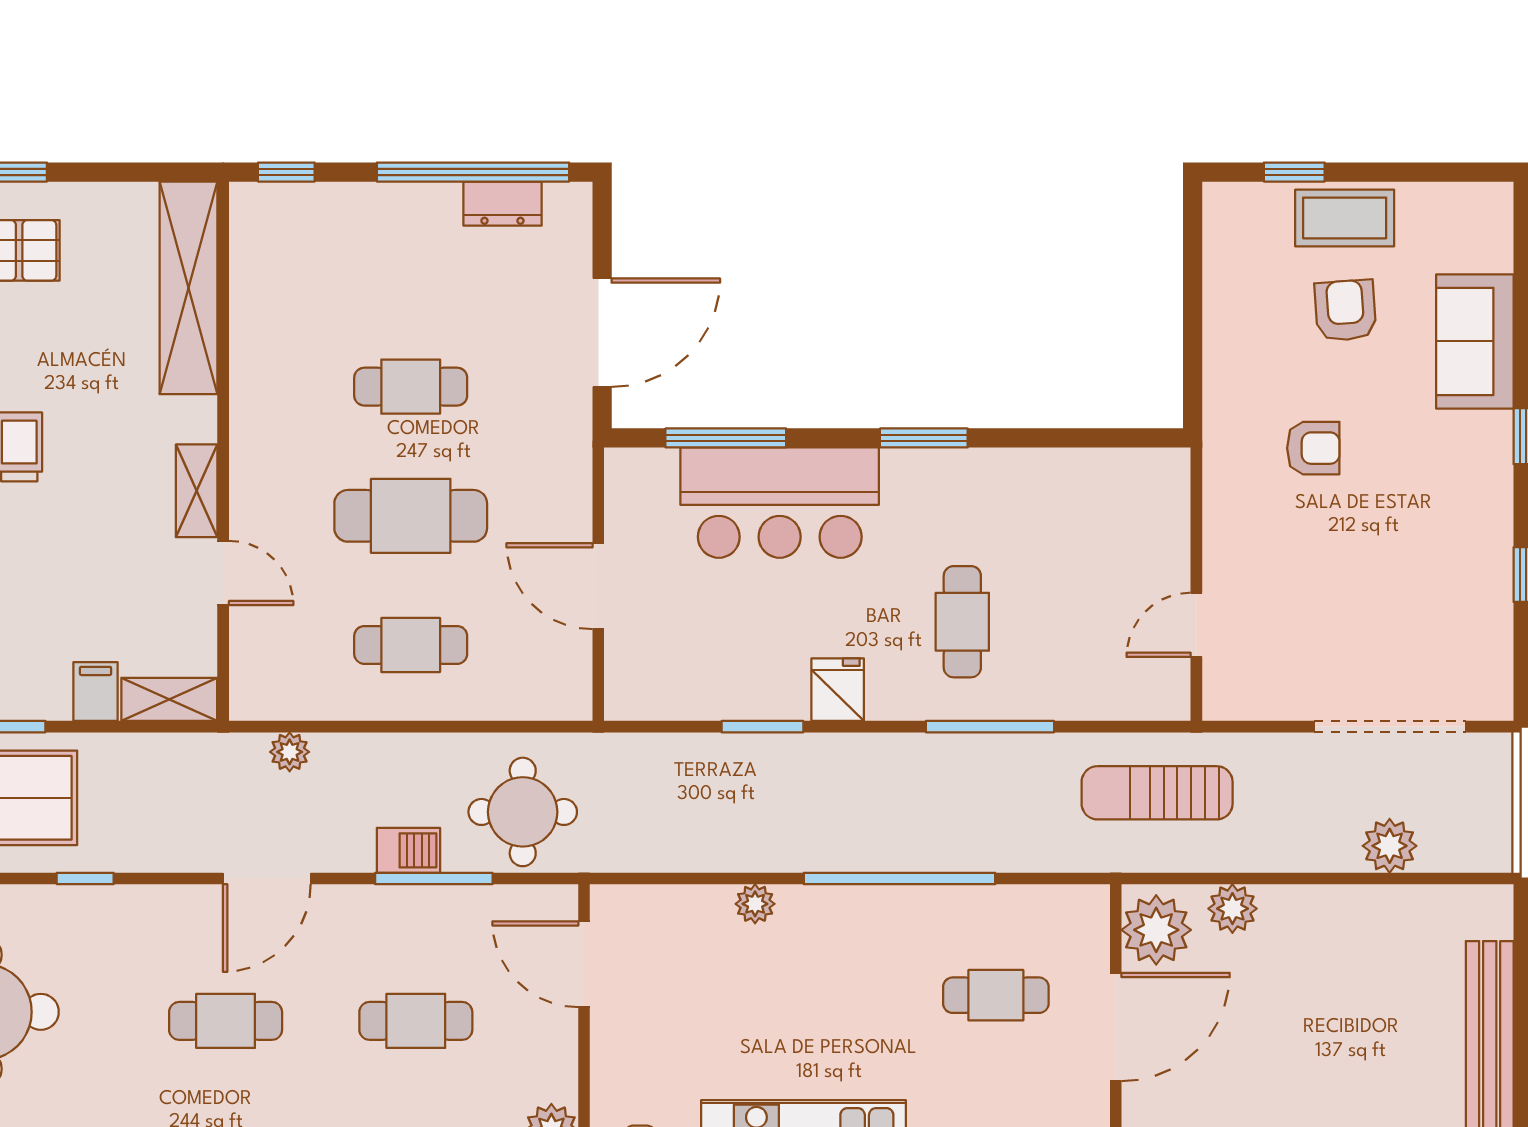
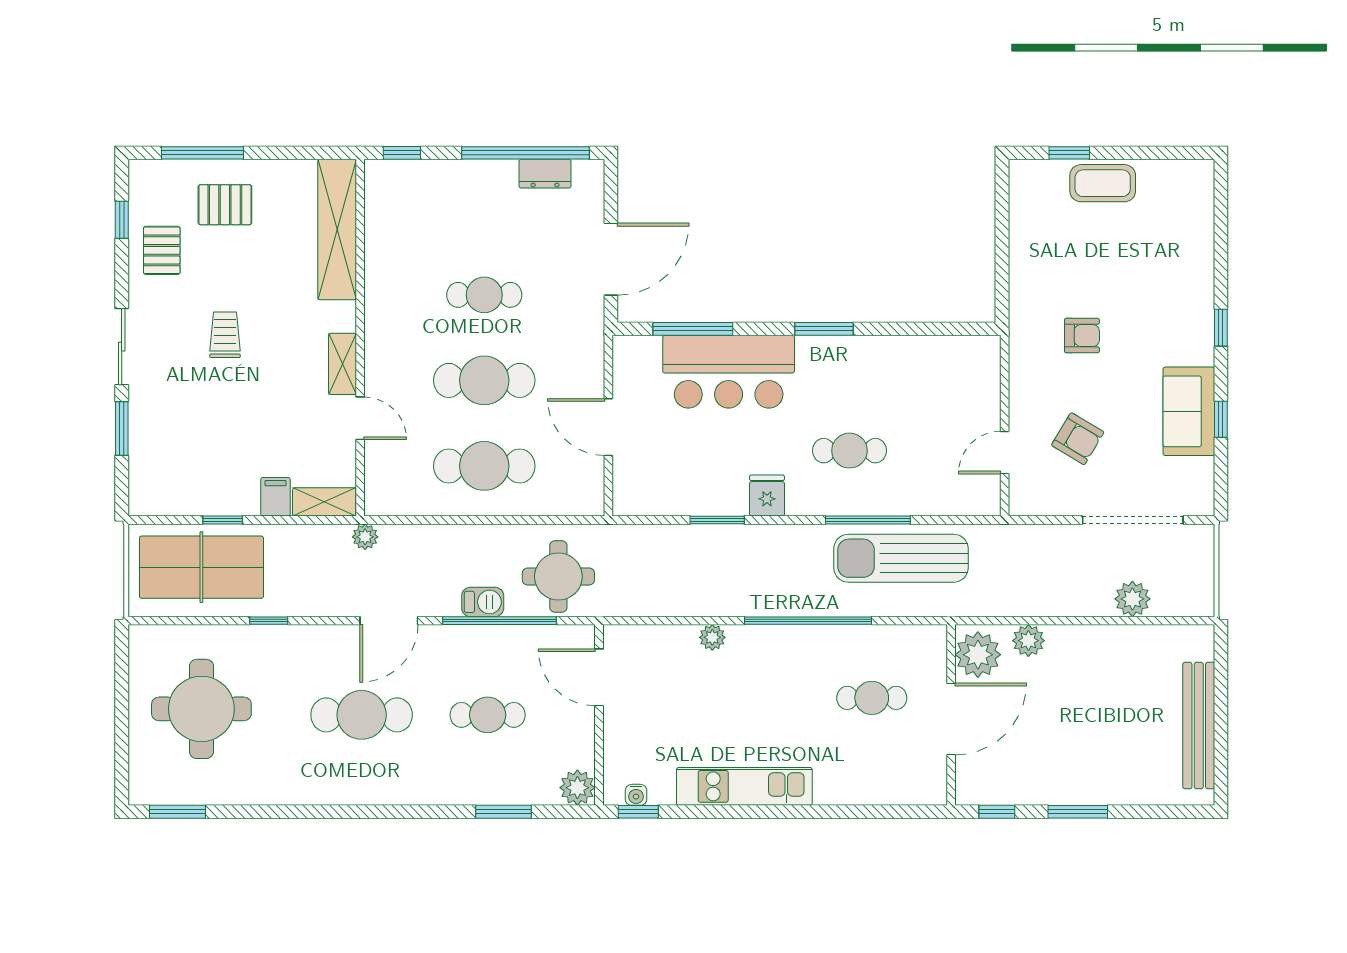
armchair: (1345, 310) -> (1078, 439), moved, turned 125
sofa: (1475, 341) -> (1189, 411), moved
cafe table: (962, 622) -> (849, 451), turned 90
cafe table: (411, 645) -> (484, 466), width x1.37, depth x1.35
plant: (290, 752) -> (365, 537), moved
sun lounger: (1157, 793) -> (901, 558), moved, width x1.36, depth x1.34
window: (434, 879) -> (500, 621), width x1.46
cafe table: (226, 1021) -> (362, 715), width x1.37, depth x1.35

